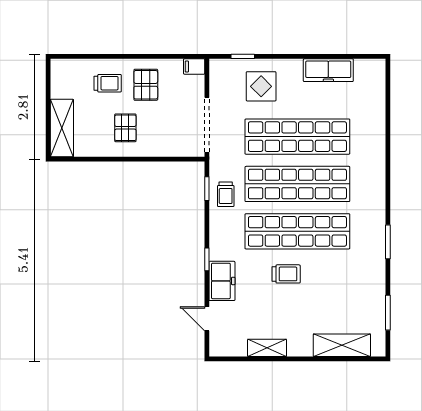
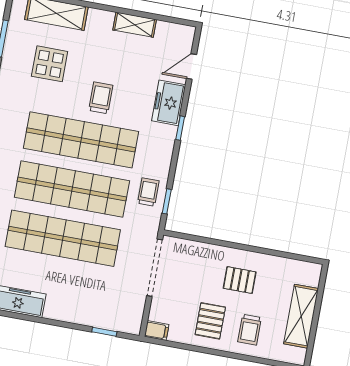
trolley: (108, 83) -> (250, 330), turned -90
display table: (261, 86) -> (50, 64), moved
shelving: (62, 128) -> (301, 316), moved
pallet: (125, 128) -> (240, 280), turned 90
trolley: (286, 274) -> (101, 98), turned 90
door: (207, 319) -> (191, 67), swing flipped

